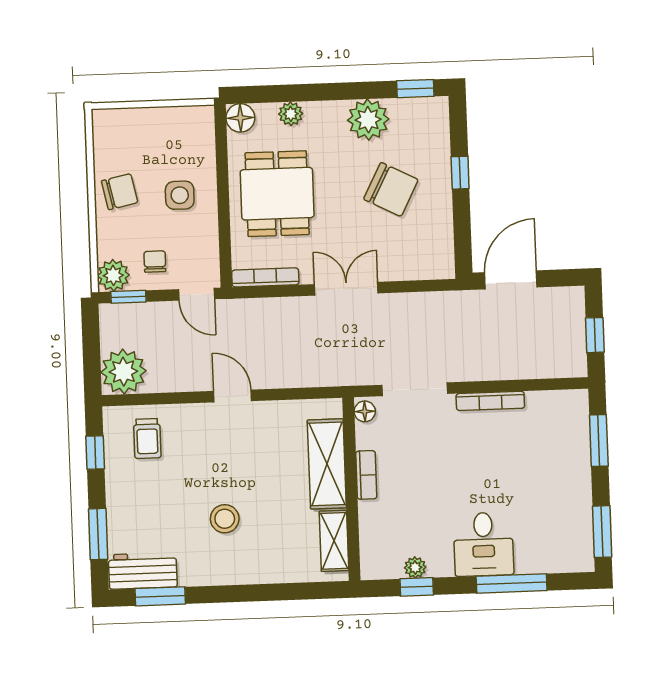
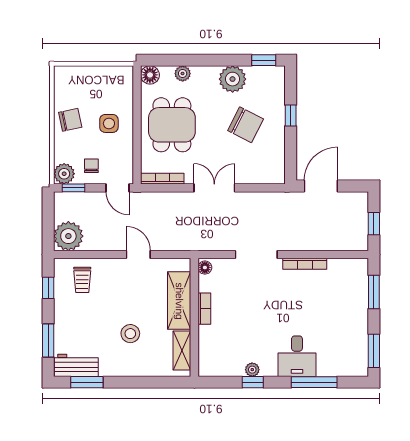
floor lamp: (365, 411) -> (205, 268), moved
shelving: (327, 464) -> (179, 301), moved
bookcase: (366, 475) -> (204, 309), moved
wall: (351, 489) -> (194, 317), moved
shelving: (334, 541) -> (182, 351), moved

